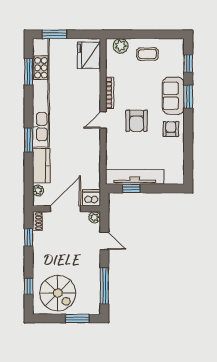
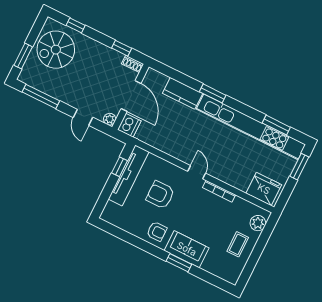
window: (188, 63) -> (210, 278), removed
armchair: (137, 121) -> (160, 195), moved
plant: (38, 191) -> (161, 79), removed
door: (104, 241) -> (83, 117), hinge flipped

